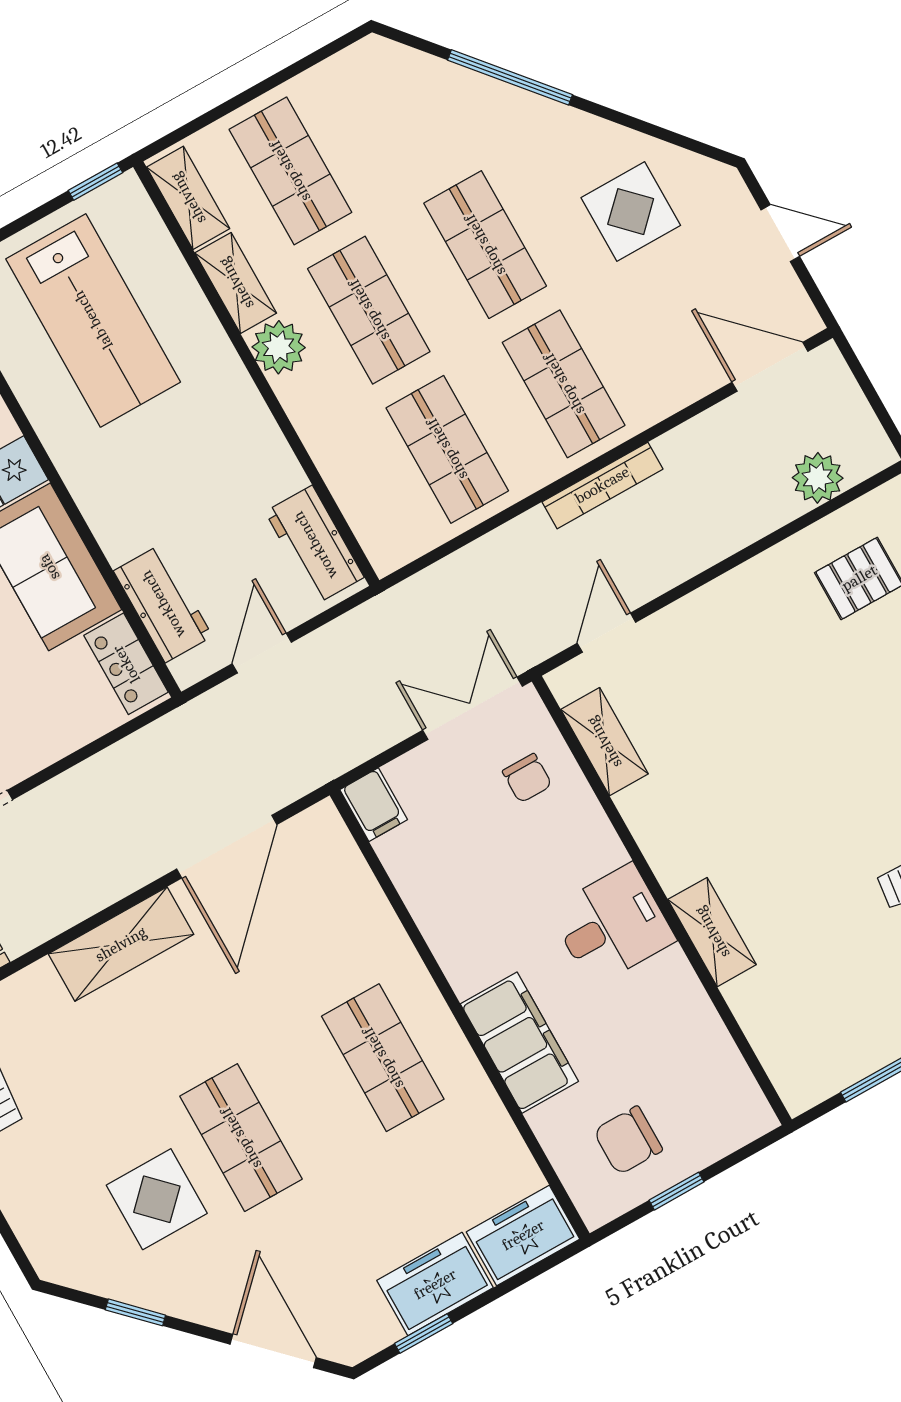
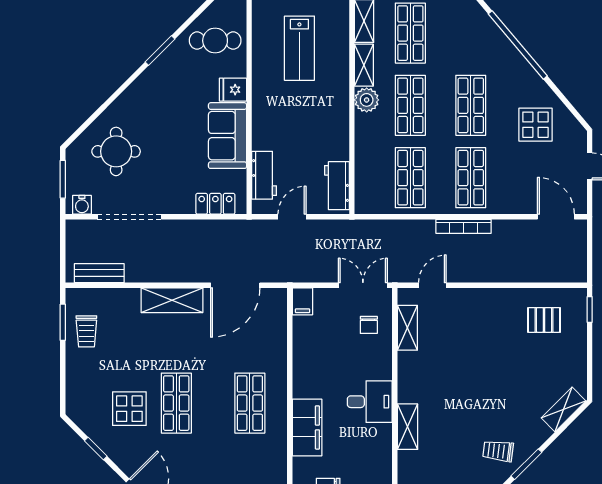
window: (510, 77) -> (518, 45), width x1.46
lab bench: (93, 320) -> (299, 48), width x0.73, depth x0.72
plant: (818, 478) -> (550, 271), removed
locker: (126, 664) -> (215, 204), moved, turned 90

